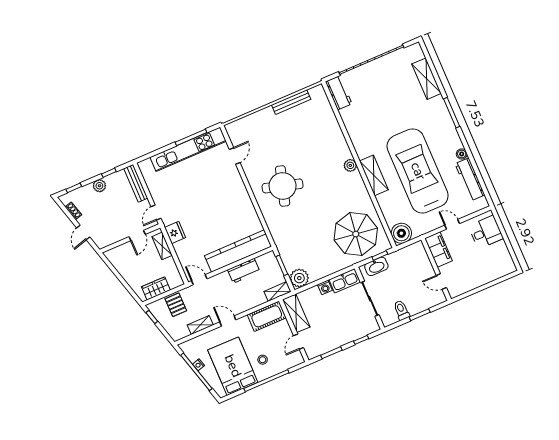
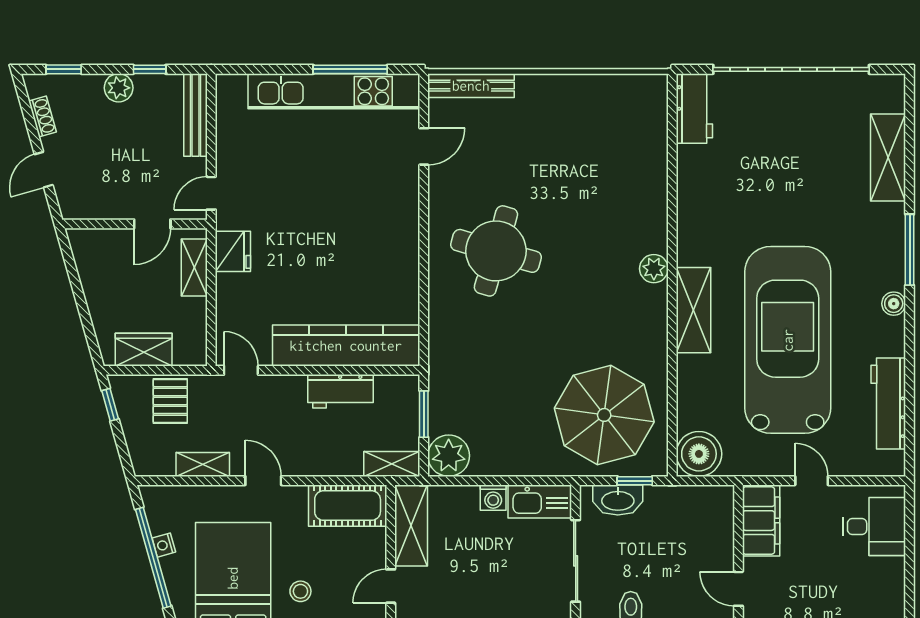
bench: (291, 102) -> (471, 86), moved
boiler: (462, 154) -> (894, 304), moved

